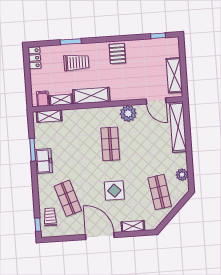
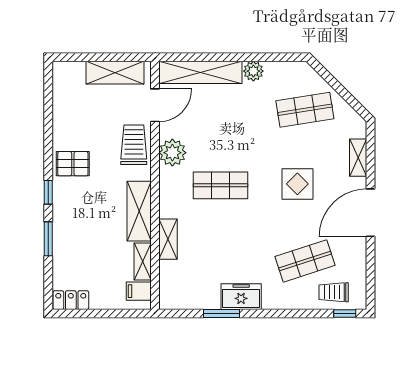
window: (158, 36) -> (48, 192), moved
trolley: (76, 63) -> (134, 145), moved
shelving: (49, 116) -> (168, 239), moved
plant: (182, 175) -> (253, 71), moved

